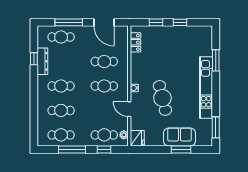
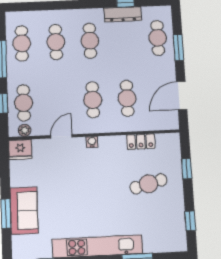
window: (69, 22) -> (178, 47), width x0.69
window: (180, 22) -> (190, 221), moved
locker: (136, 42) -> (141, 142), moved
cafe table: (162, 98) -> (149, 184), moved, width x0.73, depth x0.74

